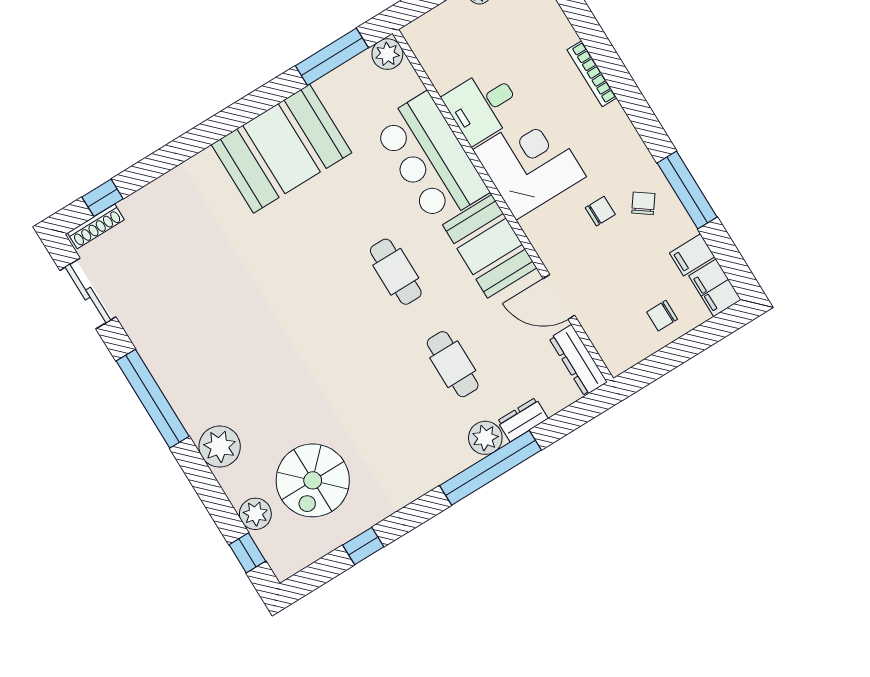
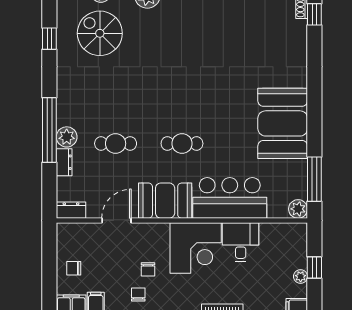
chair: (643, 203) -> (138, 294), turned -126
chair: (662, 316) -> (74, 268), turned -90
dresser: (578, 360) -> (71, 210), width x0.70

